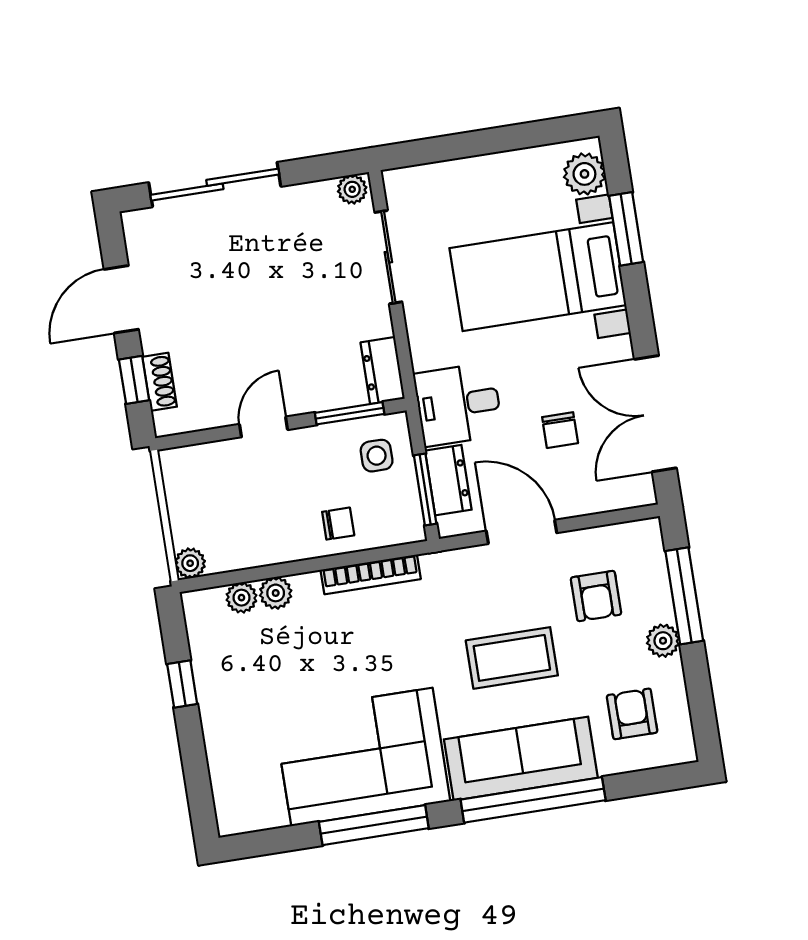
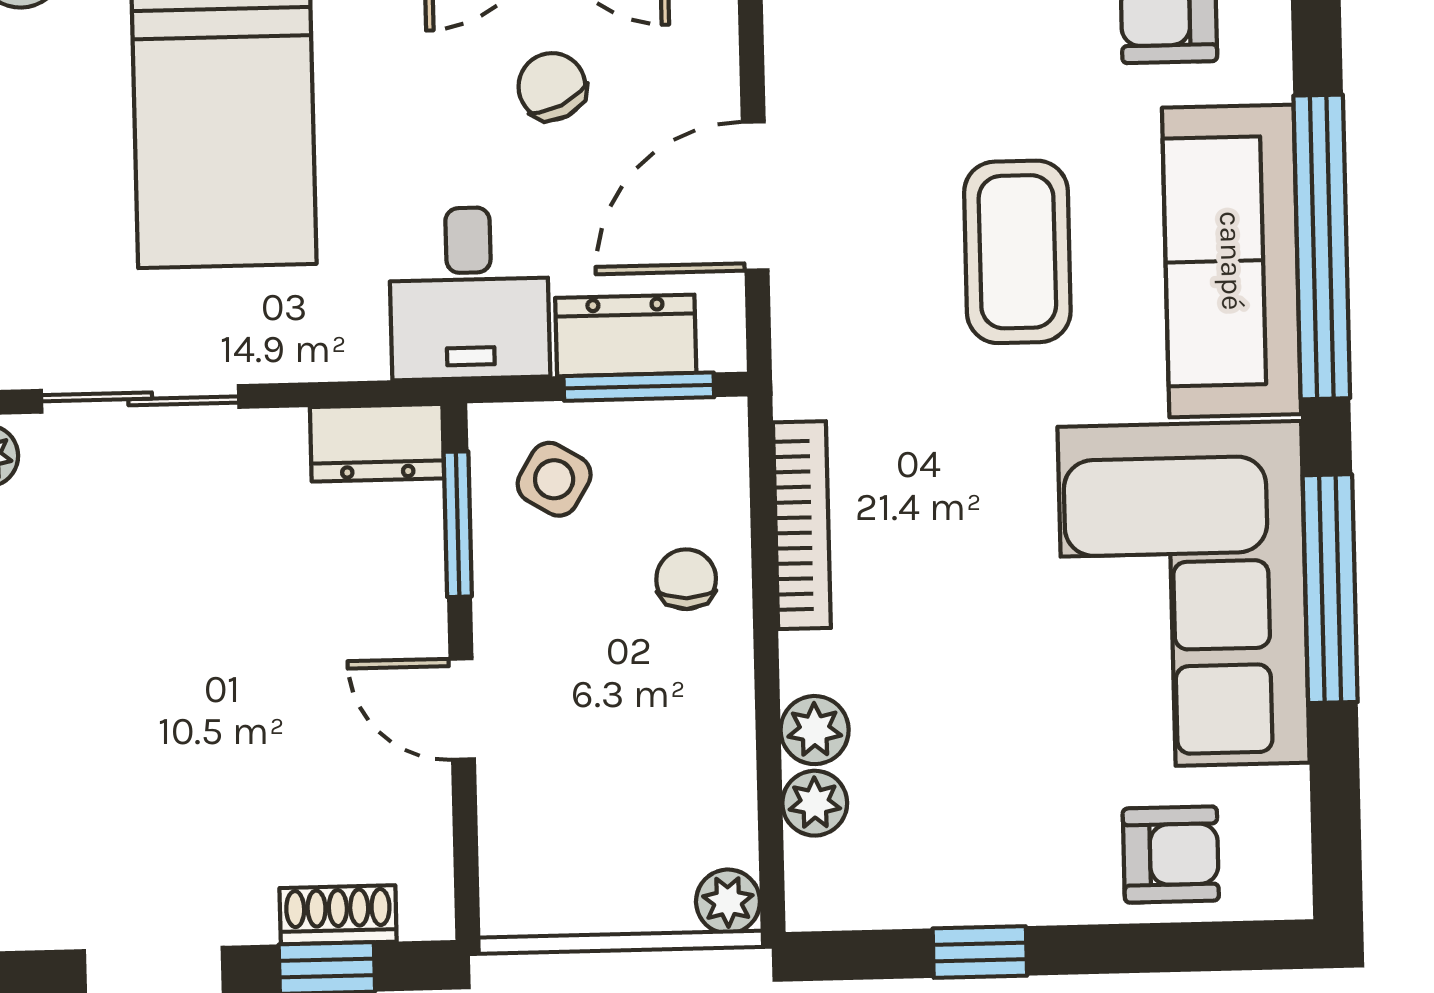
chair: (560, 430) -> (552, 86), turned -116
side table: (377, 456) -> (554, 479), turned 31
armchair: (596, 596) -> (1171, 855), moved

